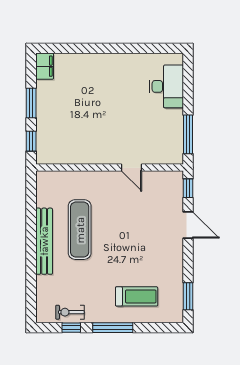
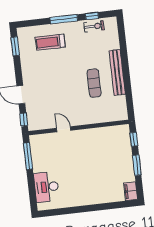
exercise mat: (80, 230) -> (94, 83), width x0.73, depth x0.69

